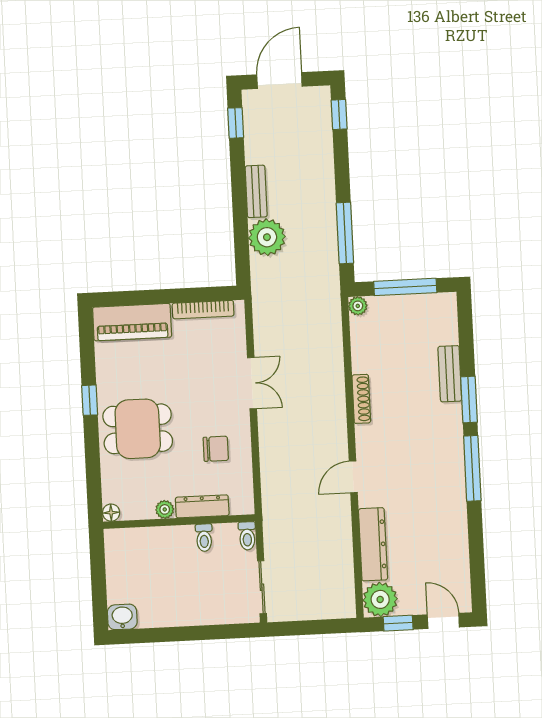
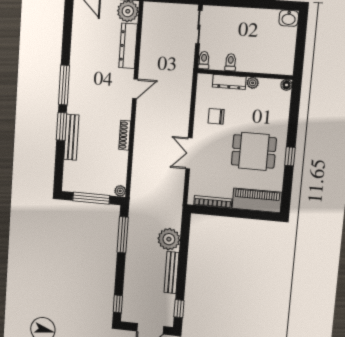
bench: (256, 191) -> (171, 272), width x1.36
bench: (450, 374) -> (71, 137), width x1.36
dining table: (138, 429) -> (254, 151), moved

